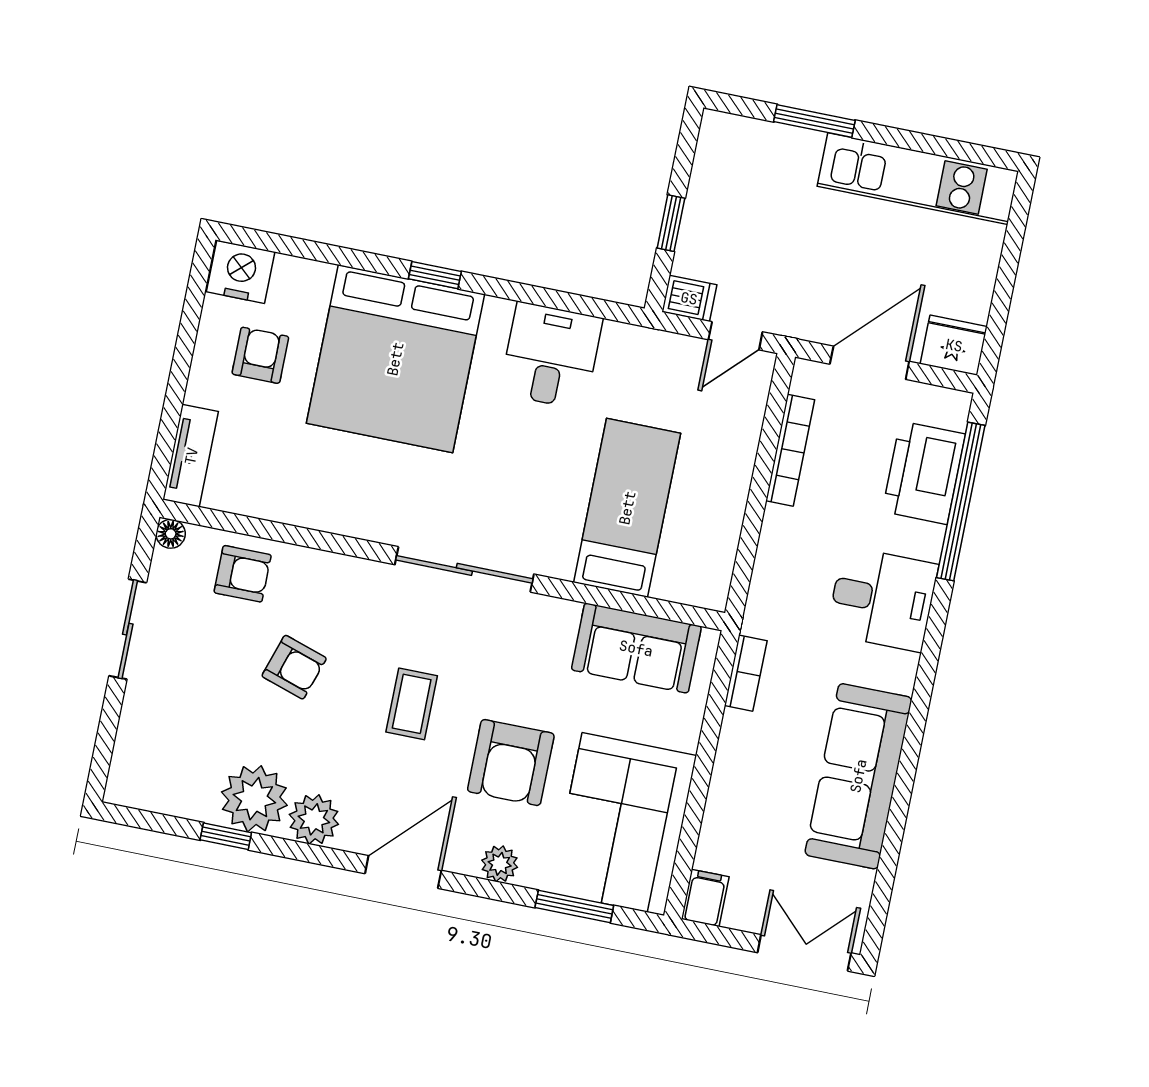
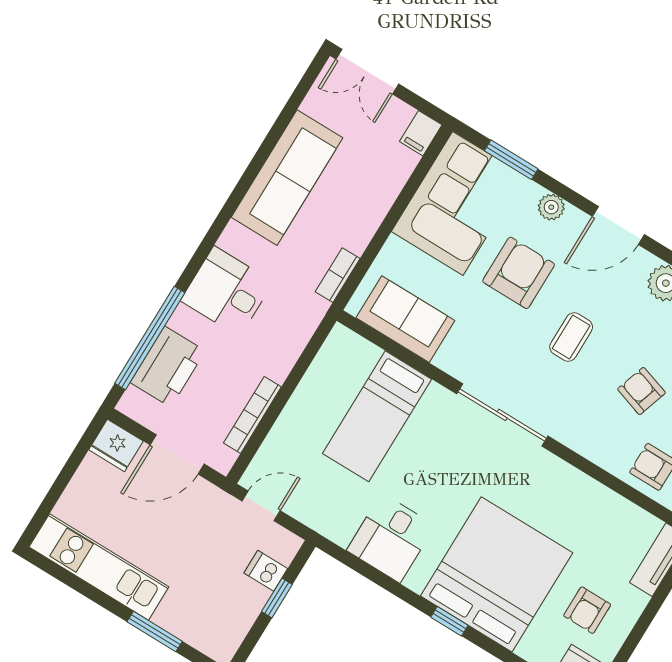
dishwasher: (689, 298) -> (266, 571), moved

